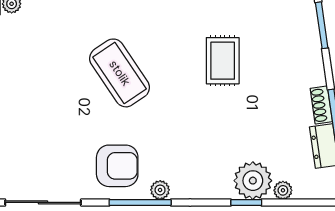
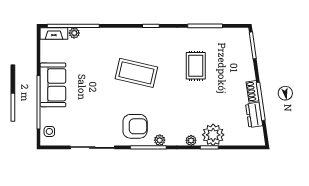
coffee table: (120, 73) -> (136, 73), turned -43
plant: (283, 190) -> (191, 140), moved

